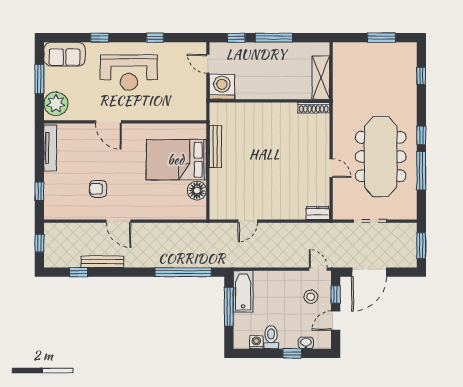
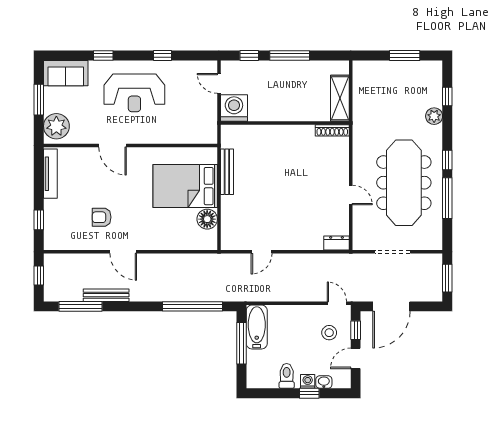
plant: (409, 94) -> (434, 116), added
window: (78, 272) -> (81, 306), width x2.17
washing machine: (256, 342) -> (308, 381), moved

